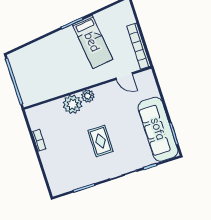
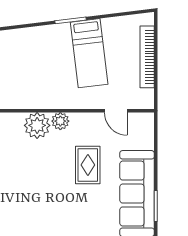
bookcase: (139, 46) -> (147, 57), moved
rug: (101, 141) -> (88, 165), moved

